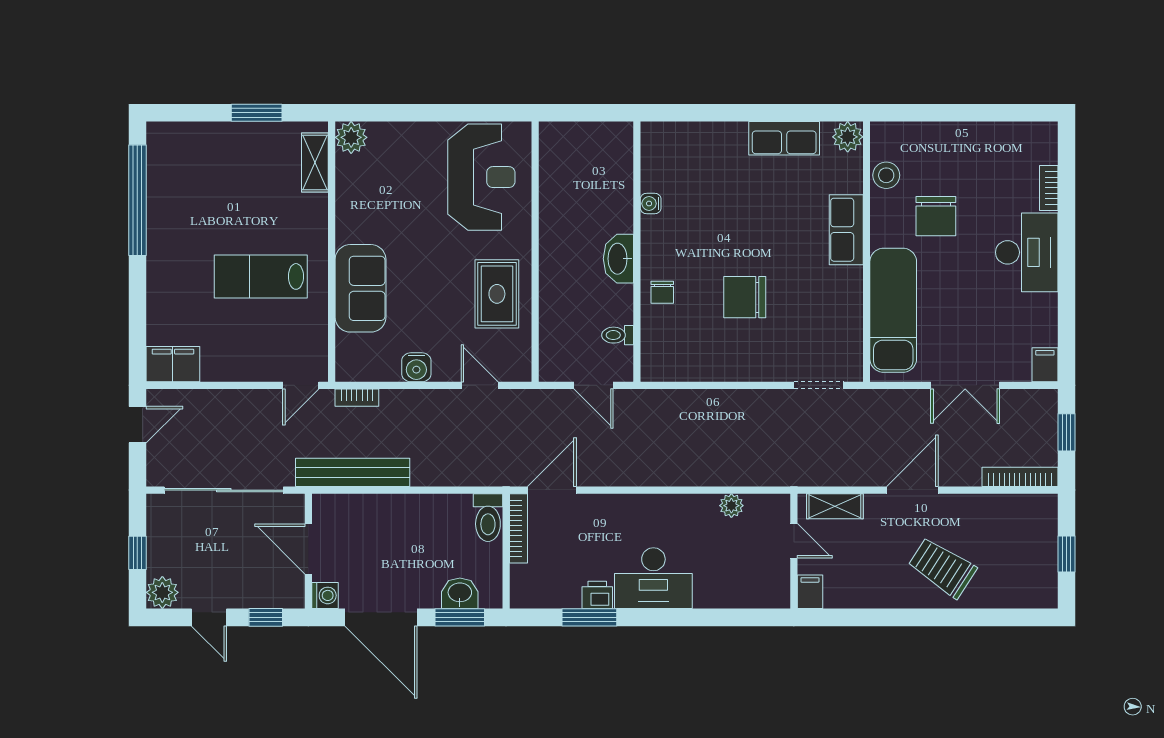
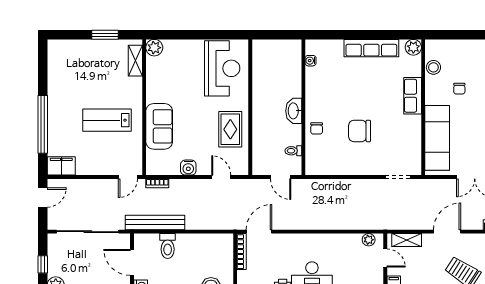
row of seats: (784, 138) -> (371, 48), width x1.48
window: (137, 200) -> (43, 124), moved
water cooler: (651, 204) -> (311, 61), moved
chair: (936, 216) -> (459, 89), width x0.54, depth x0.54
plant: (731, 506) -> (369, 240), moved
toilet: (488, 518) -> (168, 246), moved

